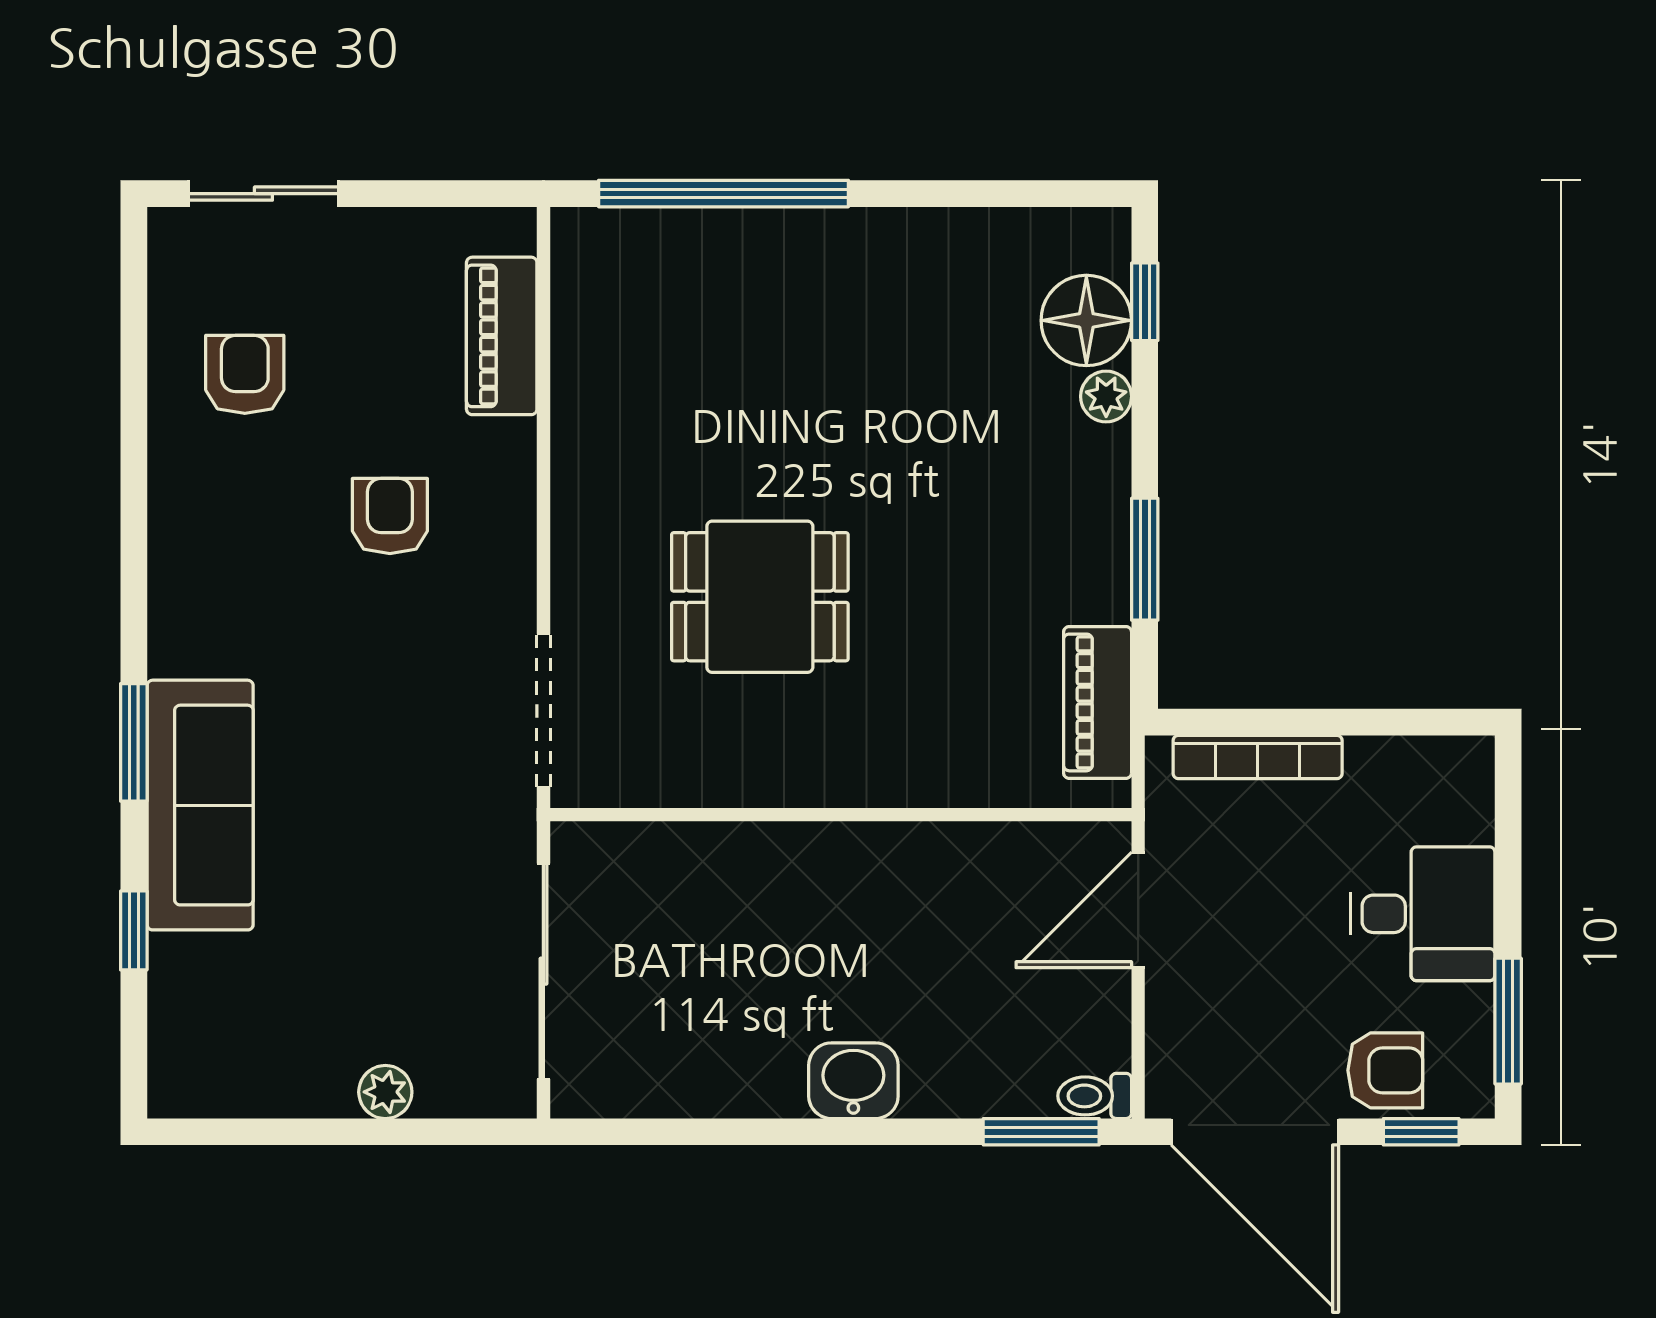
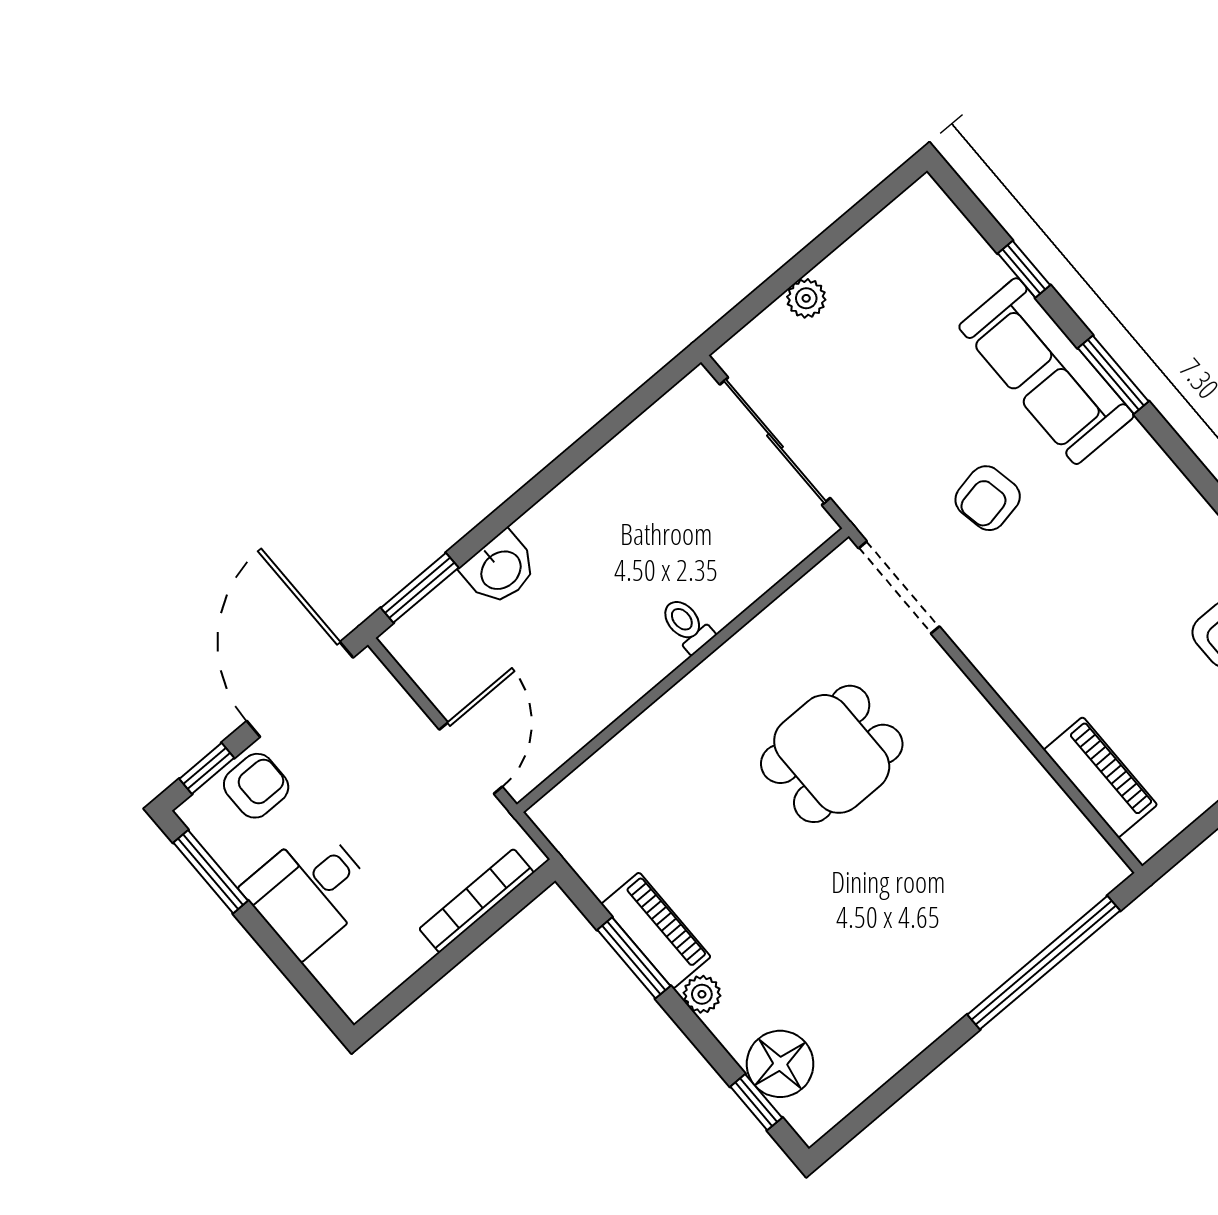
plant: (1106, 396) -> (702, 994), moved
armchair: (390, 516) -> (988, 498), moved, turned 79
piano: (1098, 702) -> (656, 930), moved
armchair: (1385, 1070) -> (256, 786), turned 180
washbasin: (853, 1081) -> (500, 569), moved
toilet: (1095, 1096) -> (687, 625), moved, turned -90
door: (1255, 1132) -> (300, 689), hinge flipped

